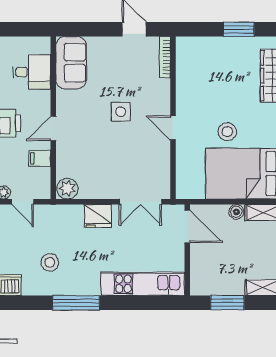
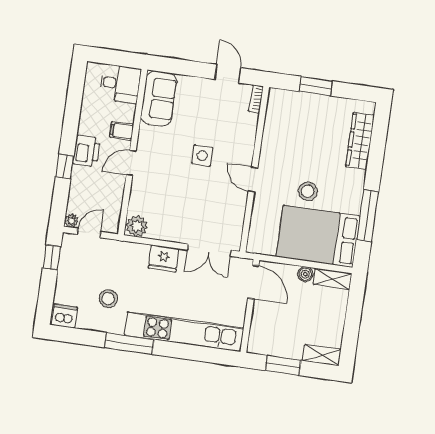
window: (239, 29) -> (316, 86), moved
bookcase: (165, 57) -> (256, 99), width x0.64
desk: (32, 72) -> (120, 84), moved
filing cabinet: (40, 158) -> (122, 131), moved
door: (23, 202) -> (89, 233), swing flipped
kitchen unit: (143, 284) -> (184, 332), width x1.36

